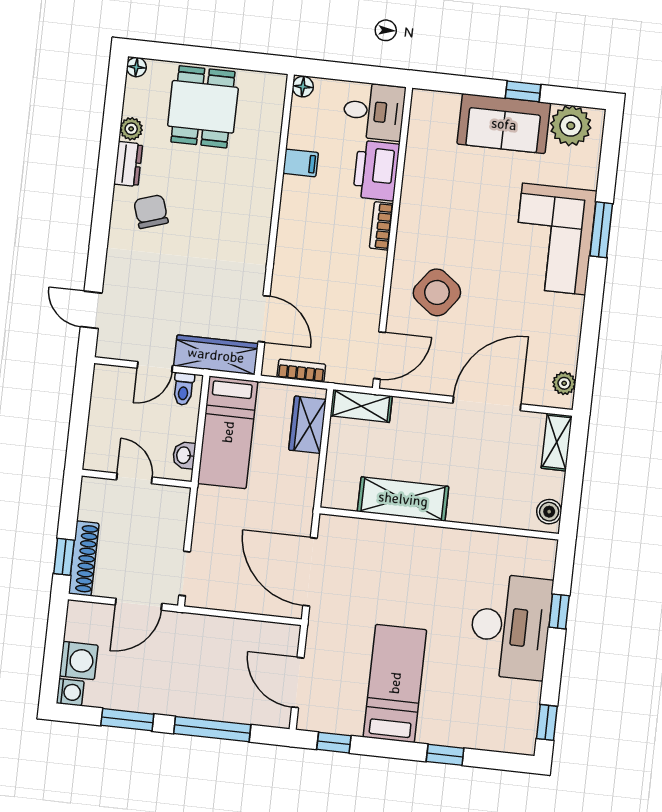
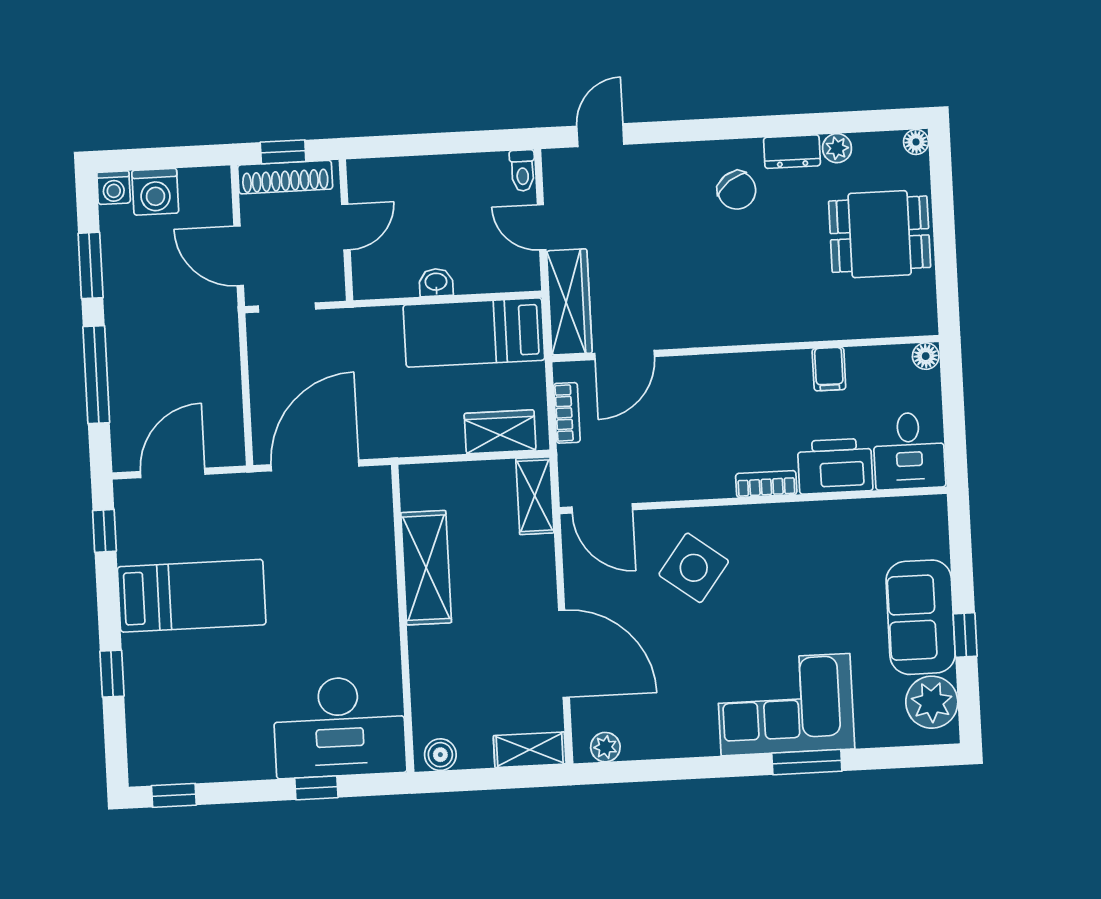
chair: (151, 211) -> (737, 190), turned 72
toilet: (183, 389) -> (522, 171), moved, turned -90
door: (134, 478) -> (346, 227), moved
wall: (137, 479) -> (346, 230), moved
desk: (510, 627) -> (339, 727), moved

